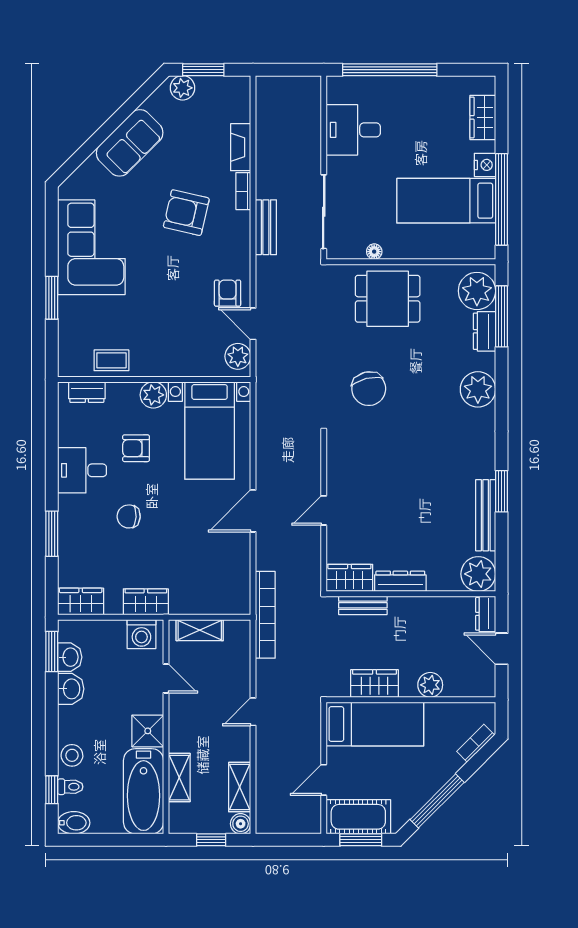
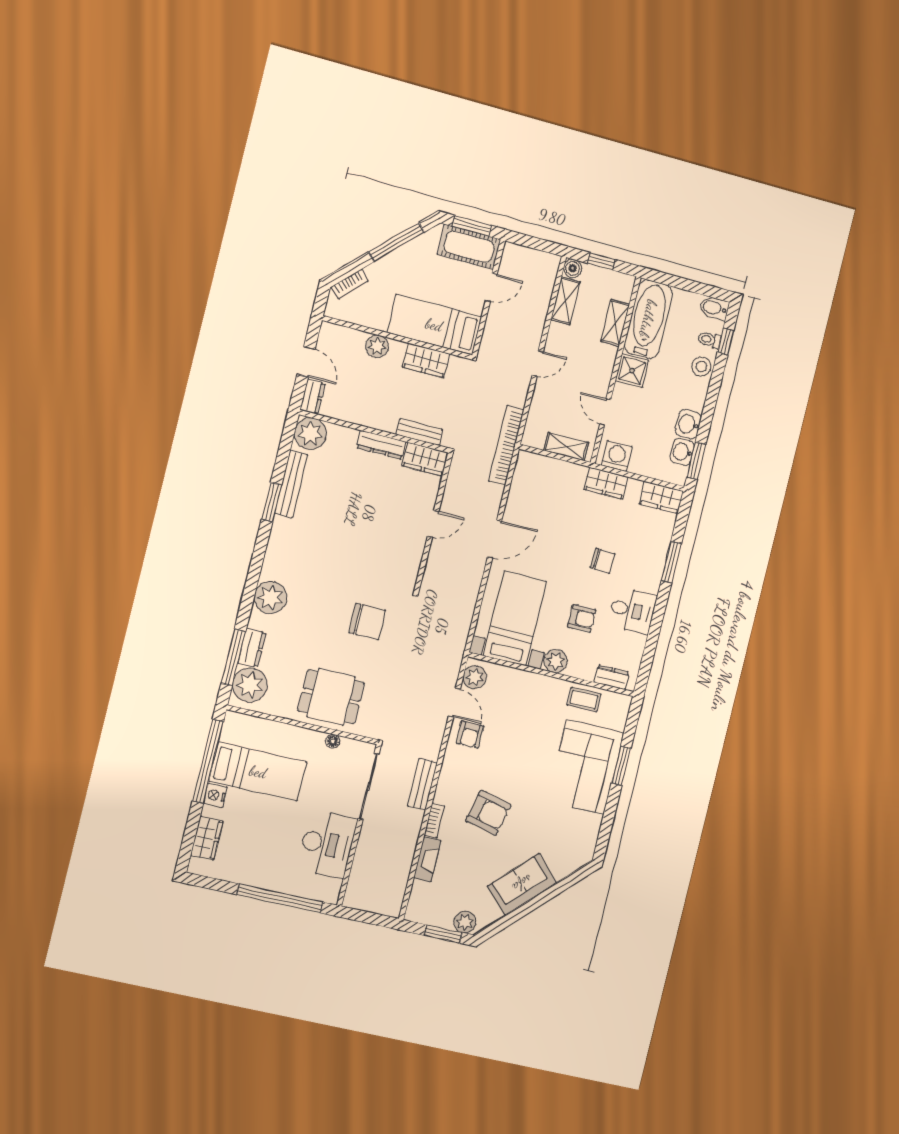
desk: (353, 130) -> (327, 844), width x1.37
corner sofa: (91, 247) -> (585, 767), moved
chair: (369, 389) -> (367, 621), turned 104

